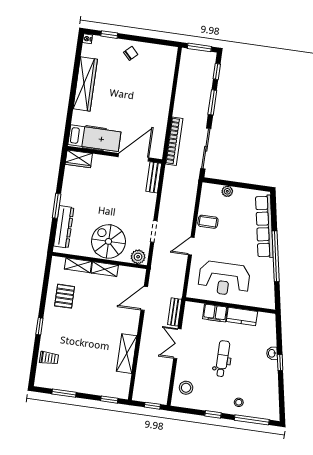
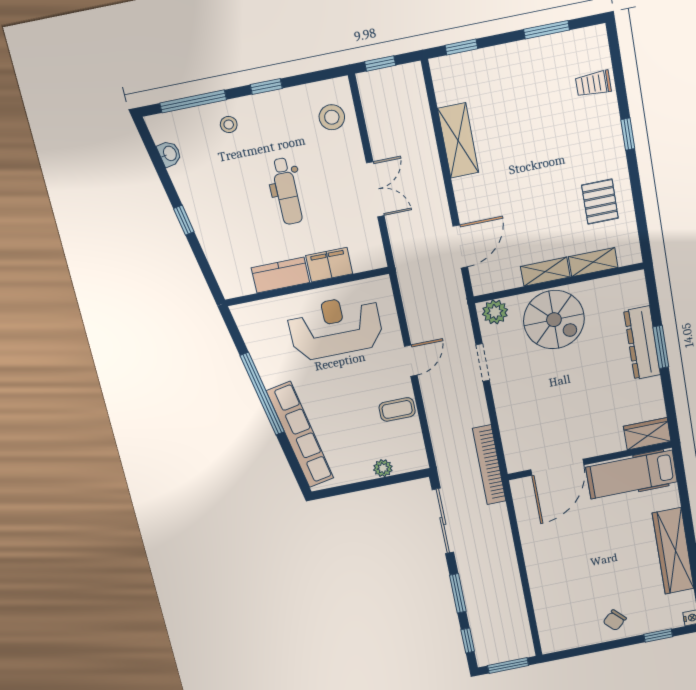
bookcase: (174, 141) -> (489, 465), moved
bench: (154, 177) -> (513, 448), removed
dresser: (64, 227) -> (642, 343), moved
bench: (175, 312) -> (400, 242), removed
washbasin: (272, 353) -> (169, 154), moved

